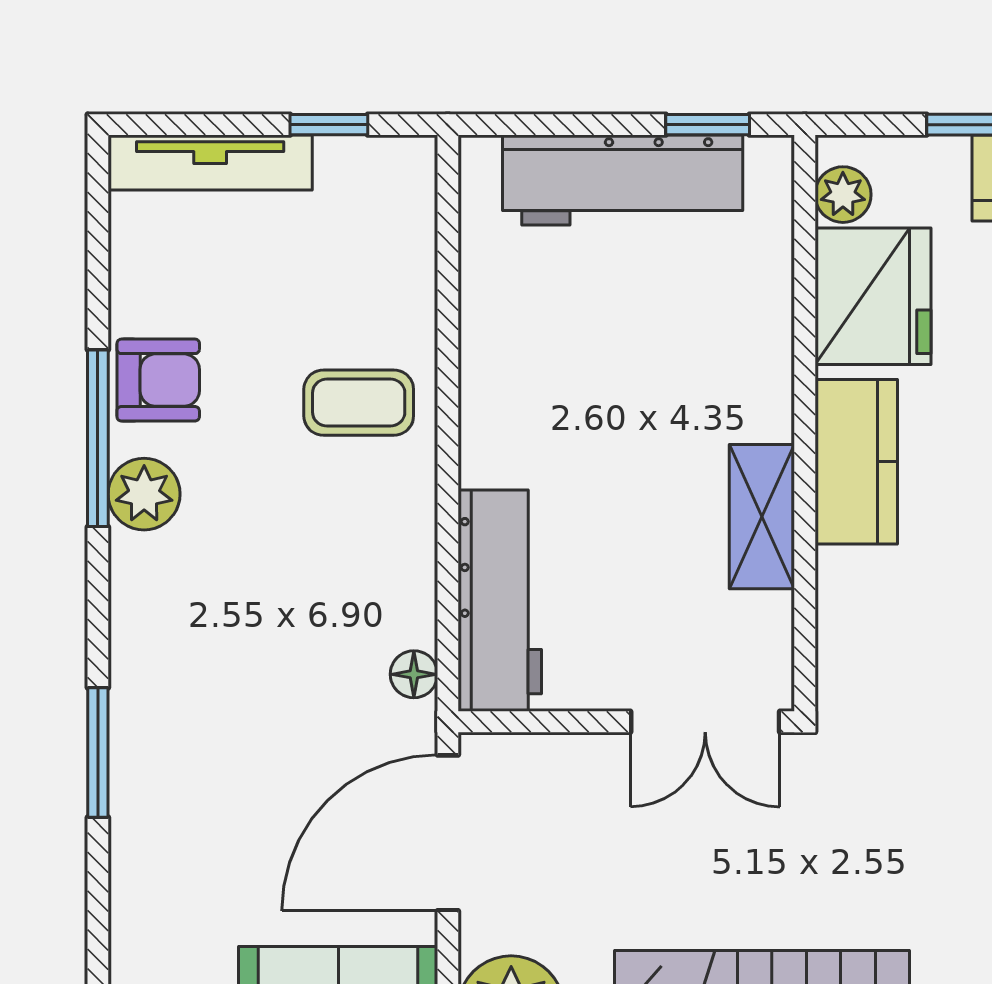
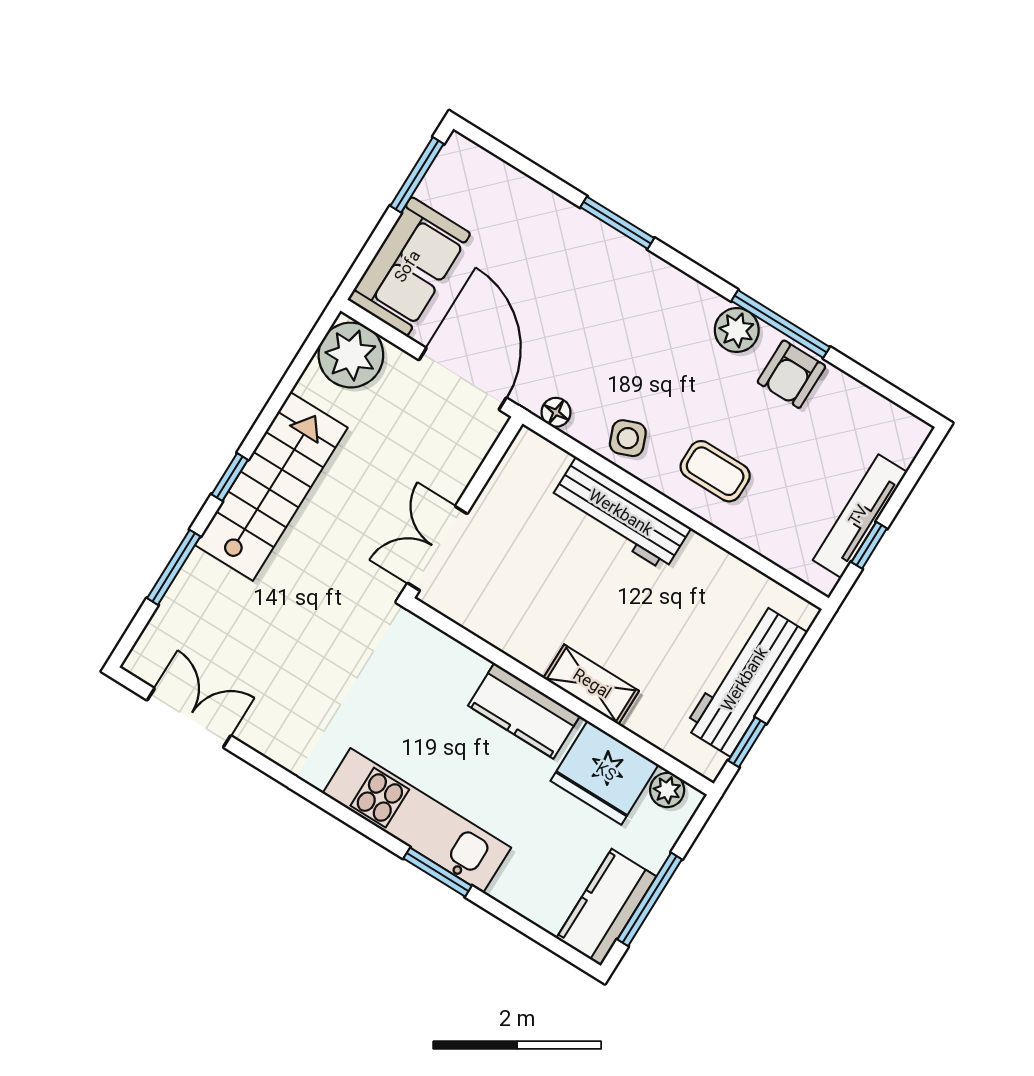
tv unit: (210, 163) -> (860, 516), moved
coffee table: (359, 403) -> (715, 471), turned 90
shelving: (762, 517) -> (591, 685), moved
side table: (388, 552) -> (628, 438), added
workbench: (500, 601) -> (620, 514), moved

